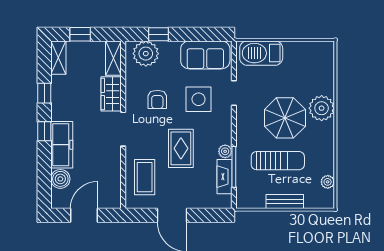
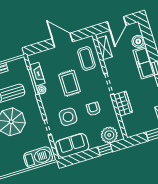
shelving: (113, 58) -> (104, 48), moved

